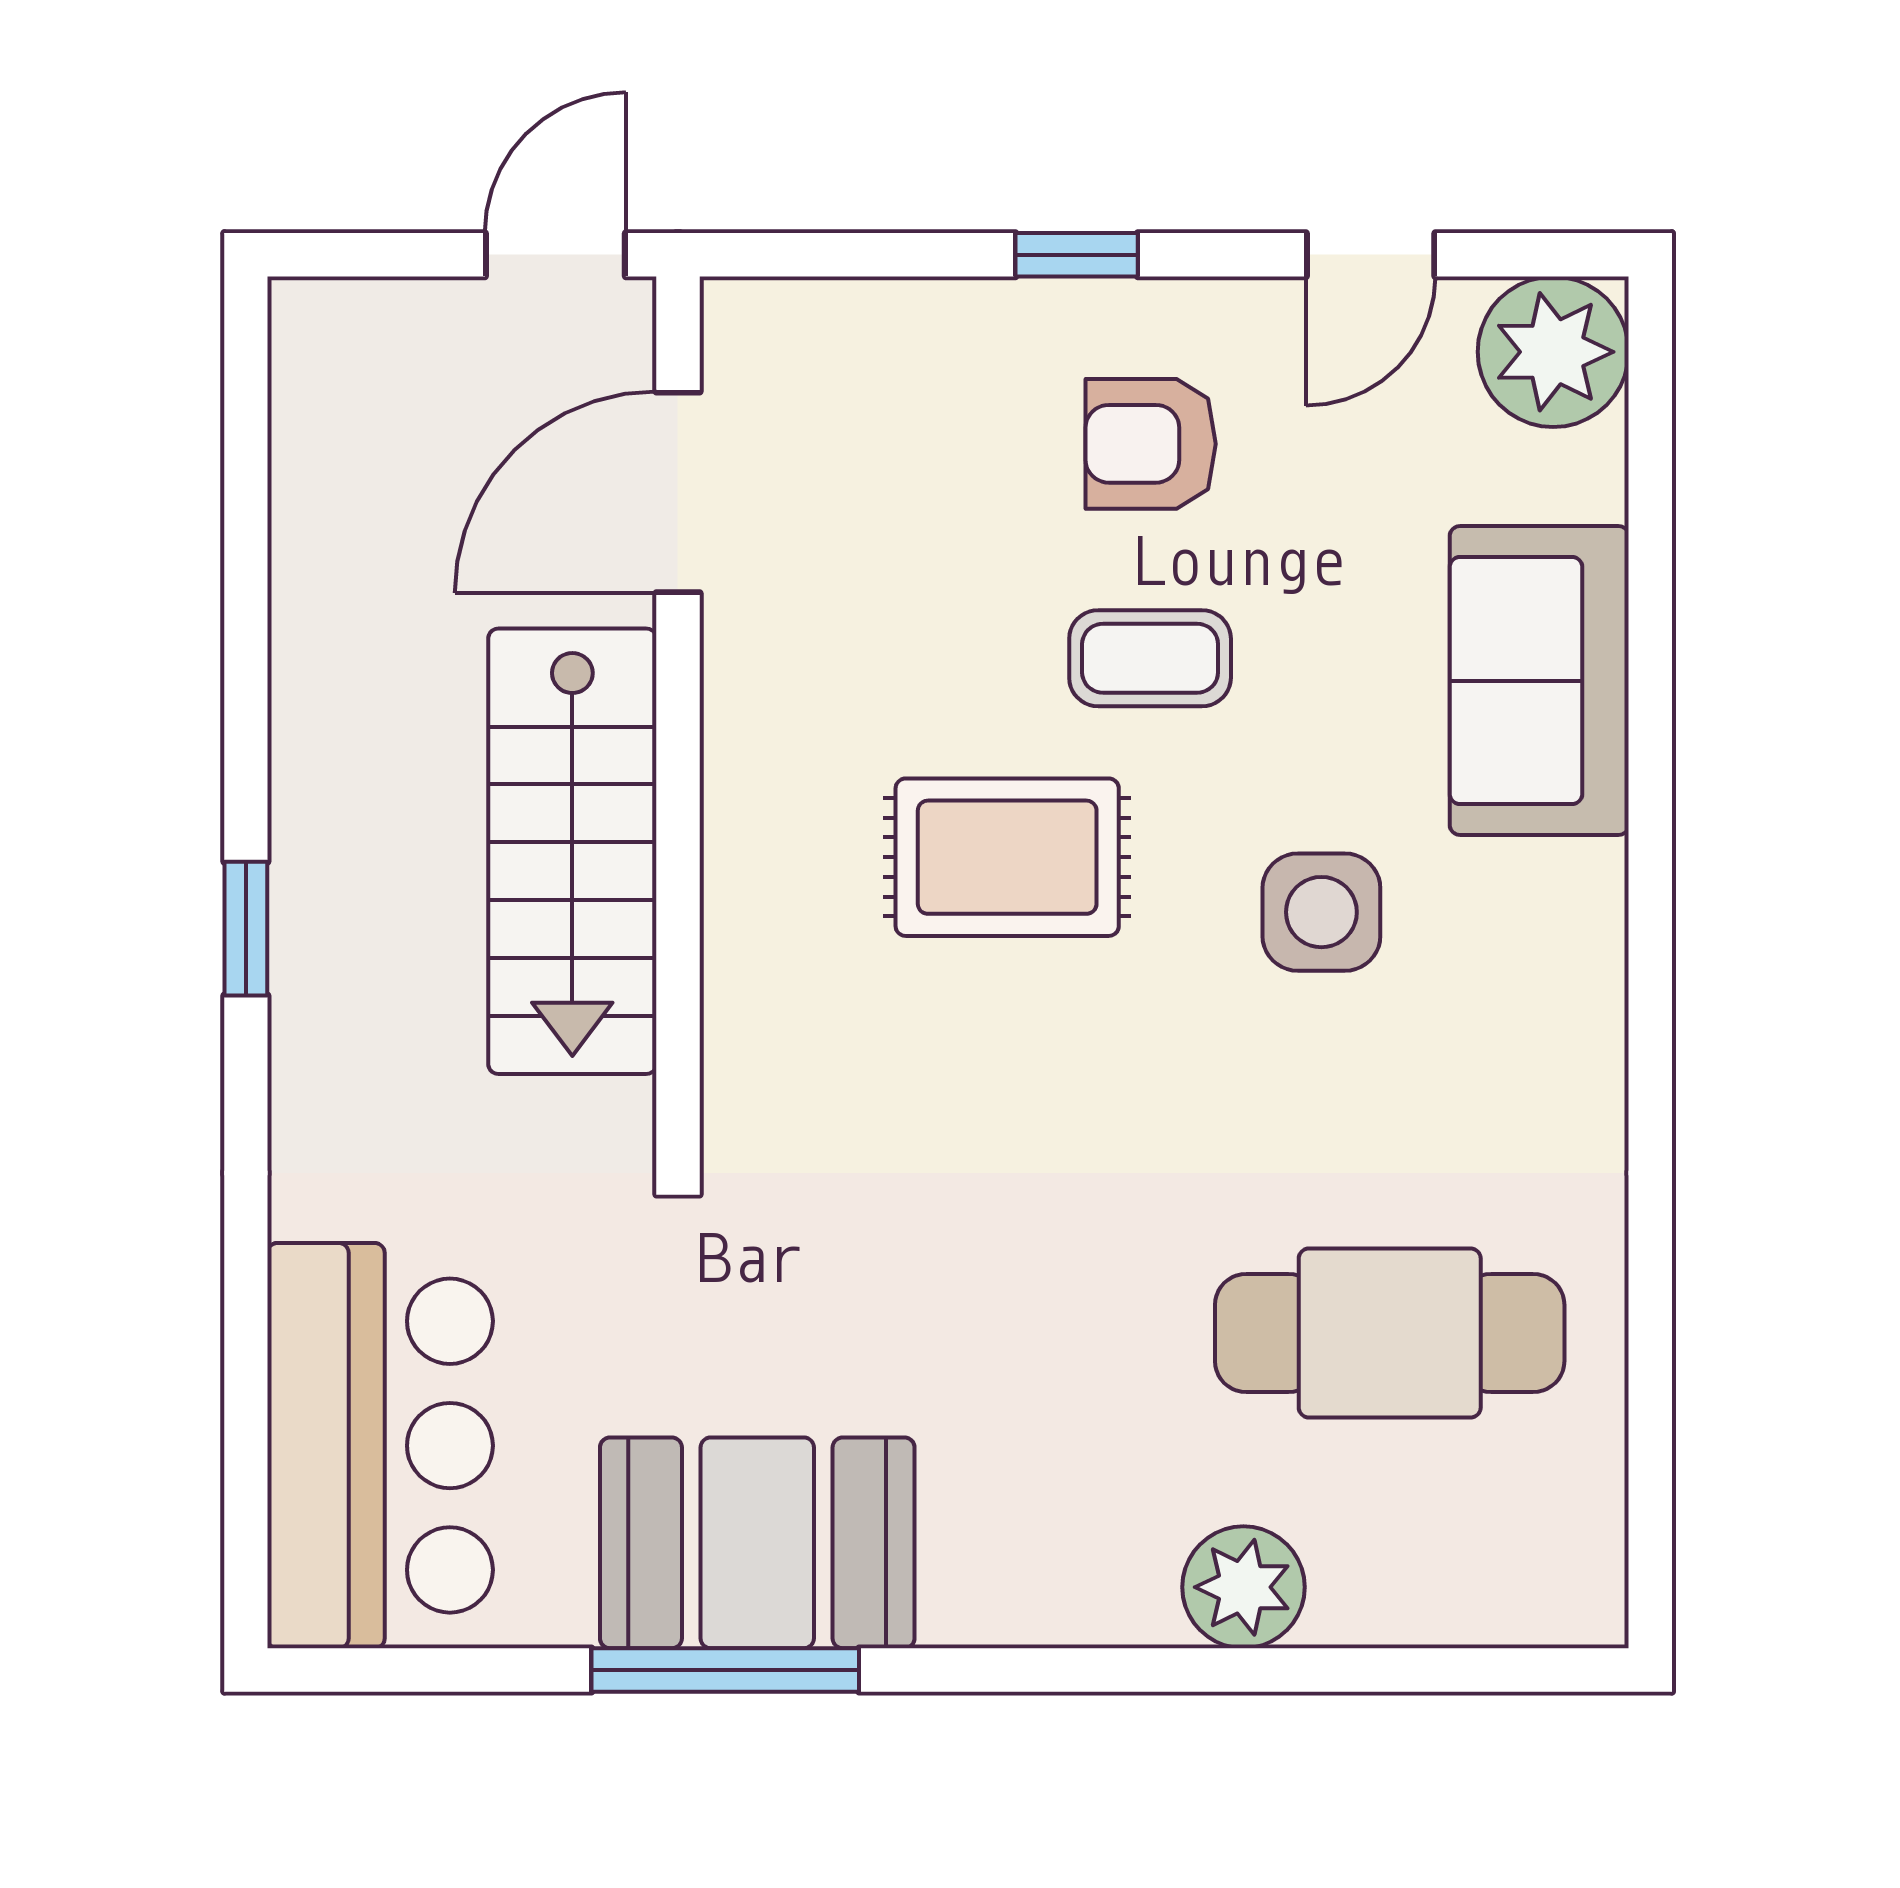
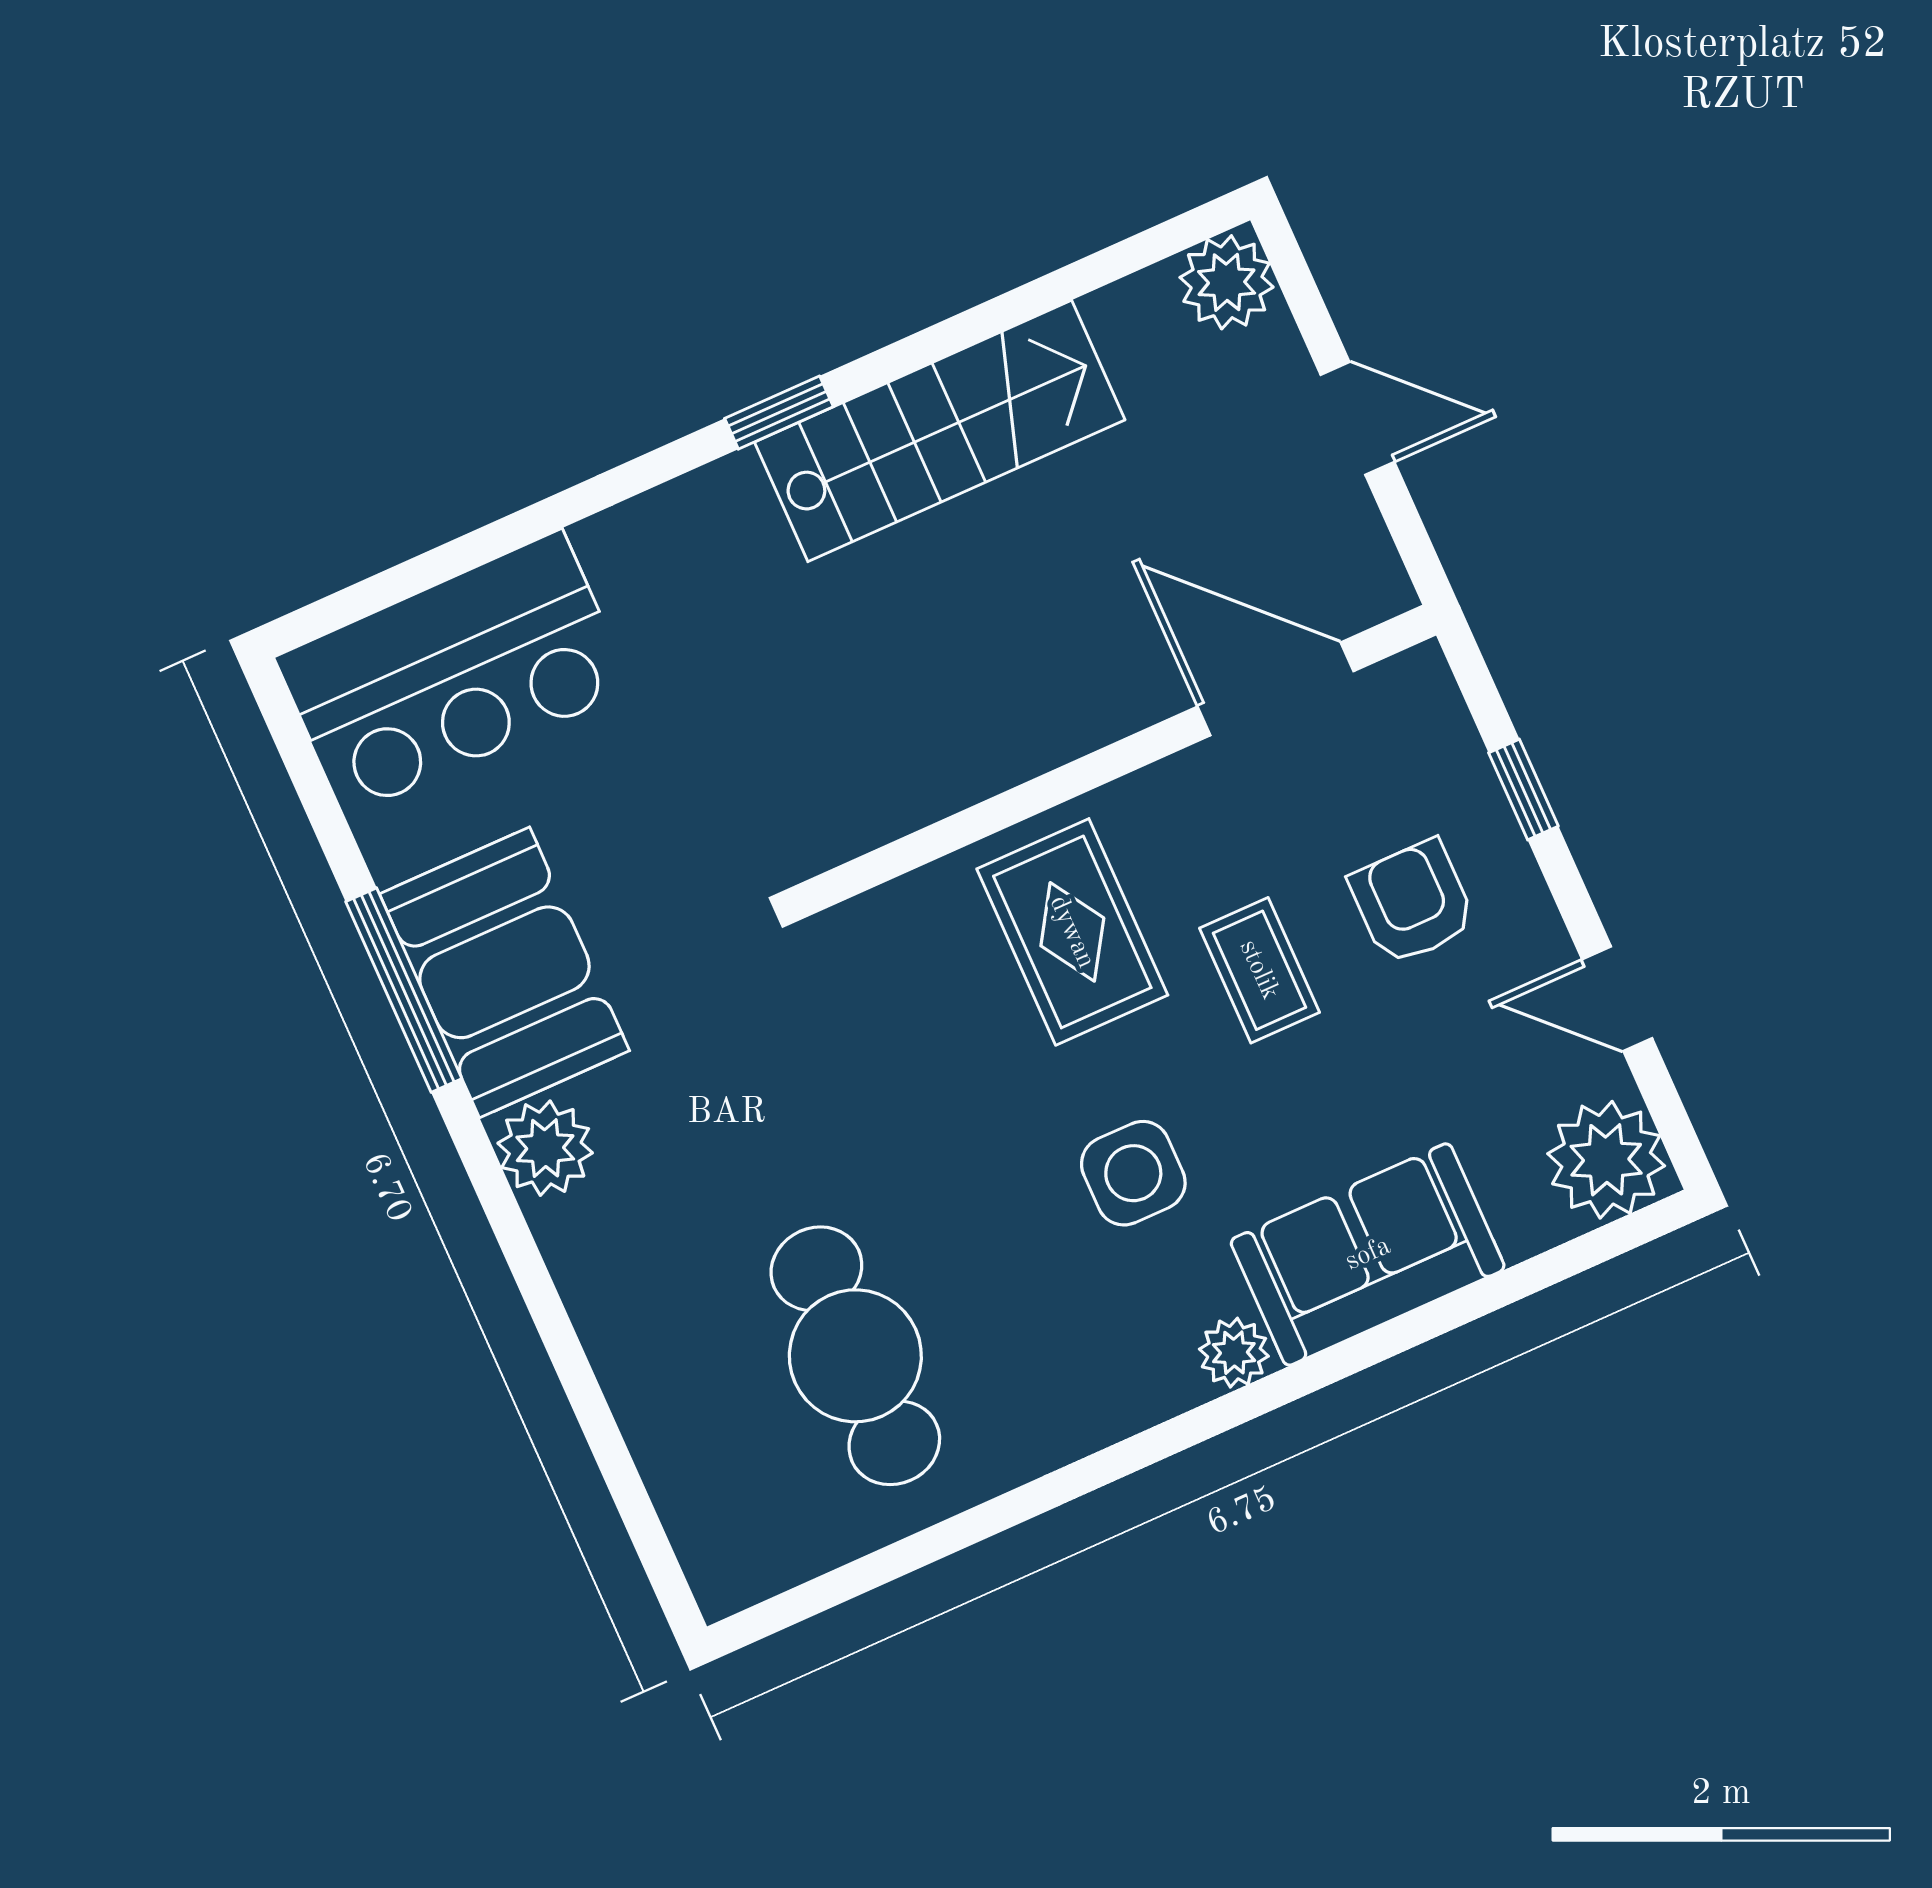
plant: (328, 337) -> (1227, 282), added
door: (678, 492) -> (1275, 689), moved
wall: (678, 714) -> (1118, 760), moved
stairs: (572, 851) -> (940, 431), moved, turned 180
plant: (1584, 888) -> (1234, 1353), added
plant: (1243, 1587) -> (545, 1148), moved

